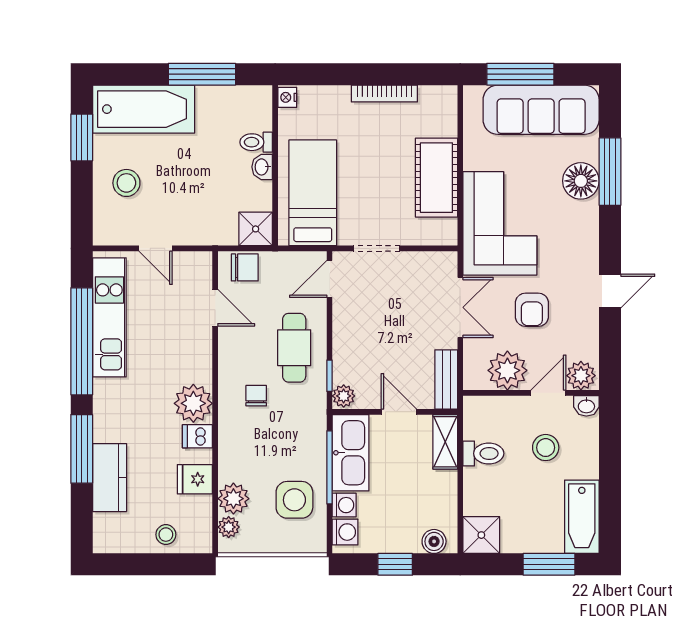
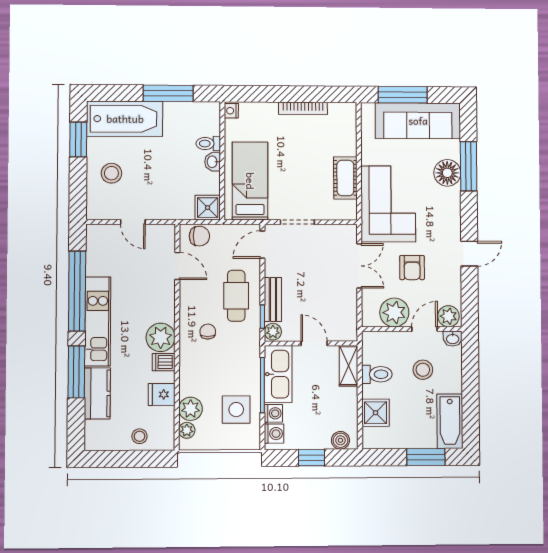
cot: (436, 178) -> (345, 178), width x0.73, depth x0.75
kitchen unit: (109, 317) -> (98, 321), moved
bench: (446, 379) -> (273, 300), moved
shower: (481, 535) -> (376, 413), moved

